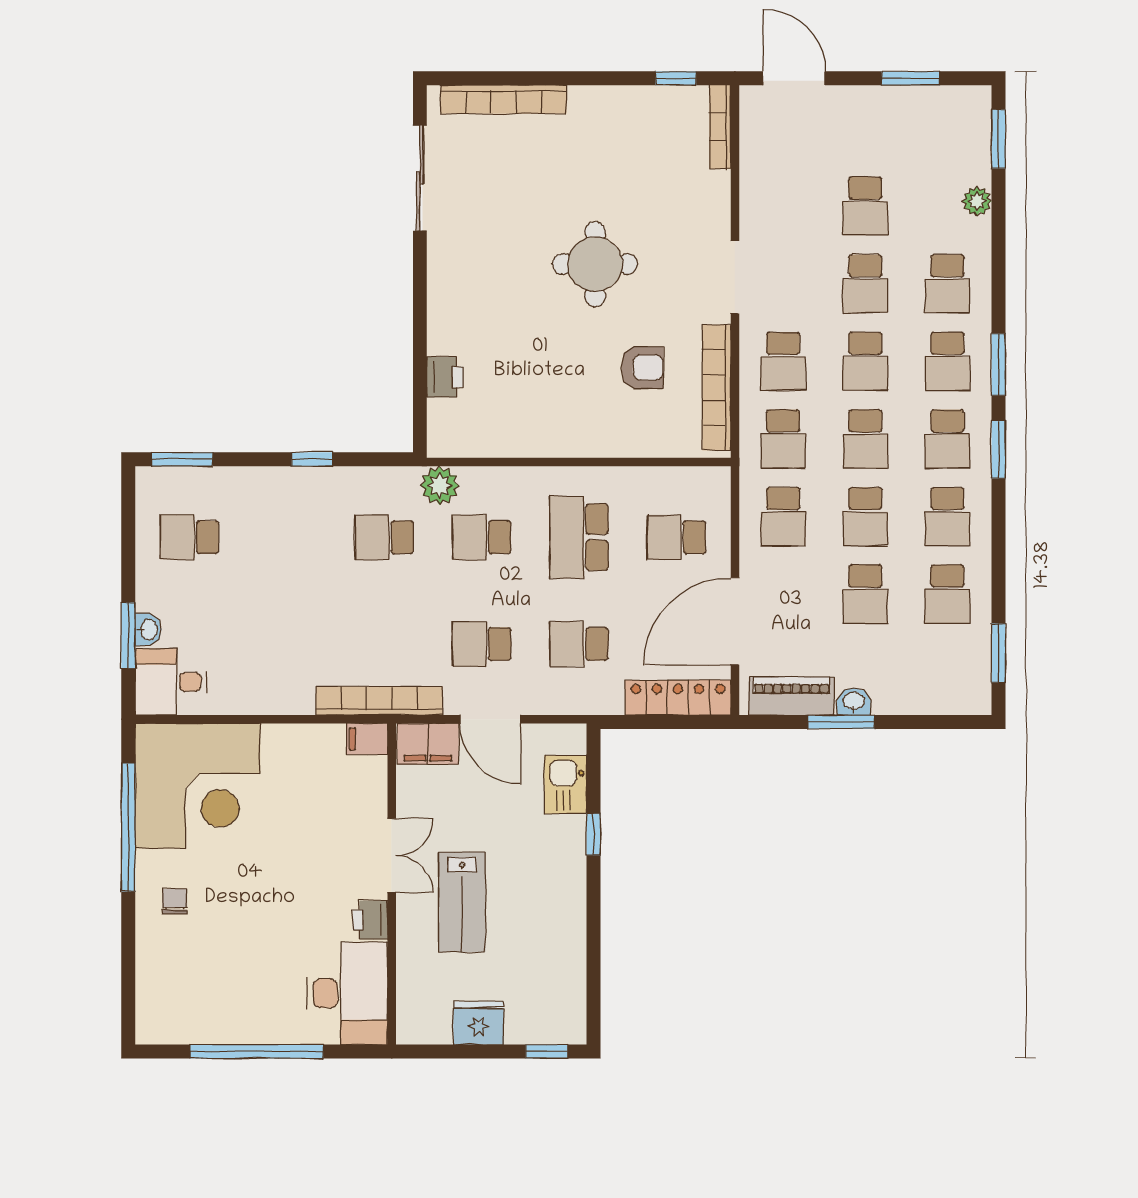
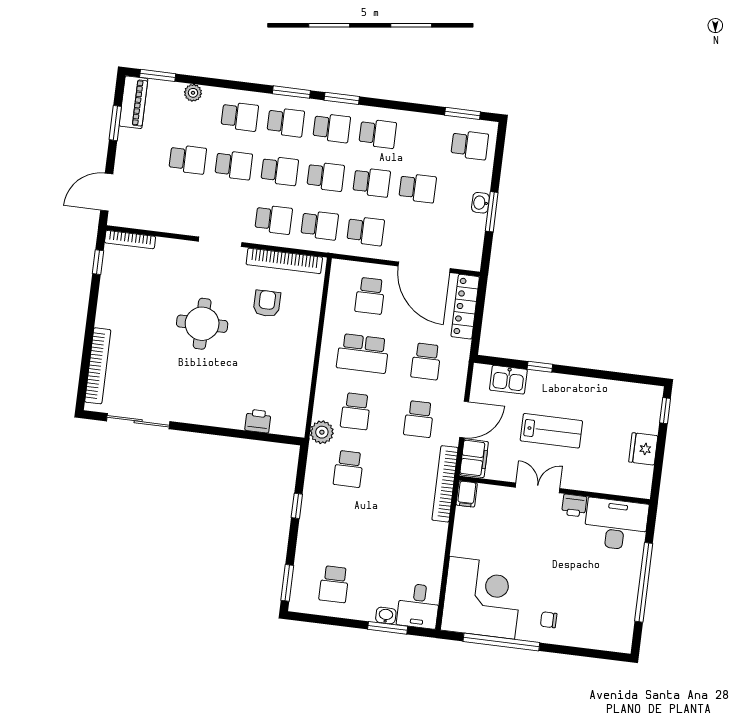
school desk: (947, 594) -> (470, 145), moved
piano: (792, 696) -> (133, 102), moved, turned 180
lab bench: (462, 902) -> (551, 431), moved

